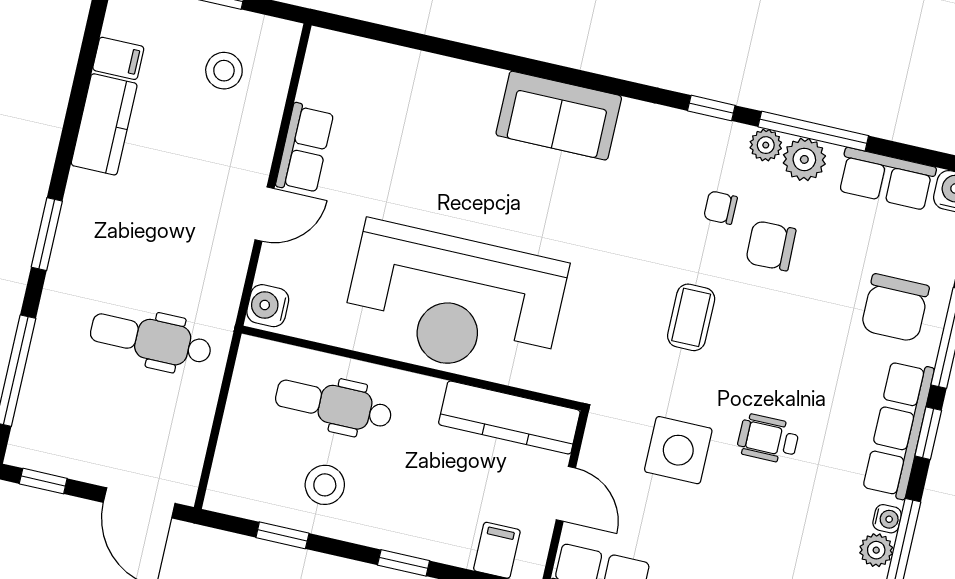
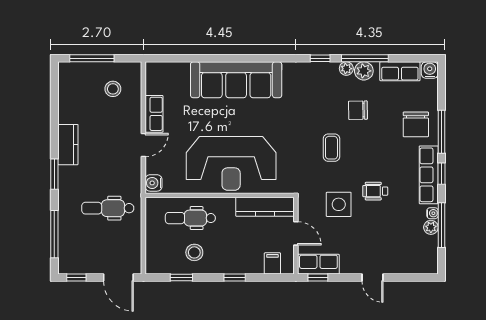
filing cabinet: (118, 58) -> (68, 94), removed
sofa: (559, 116) -> (236, 80), width x1.85, depth x1.27
kitchen counter: (104, 124) -> (68, 145), moved
chair: (720, 208) -> (333, 99), removed

